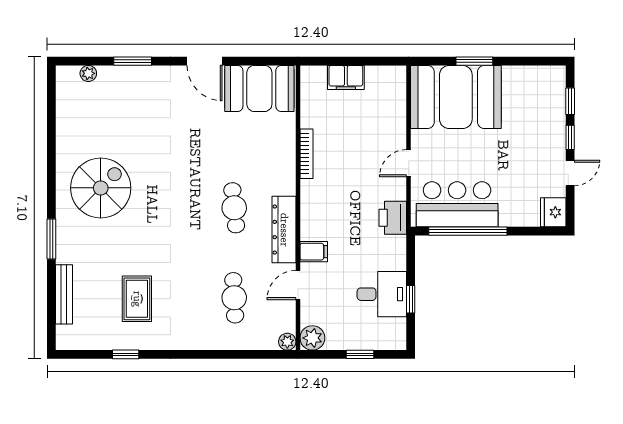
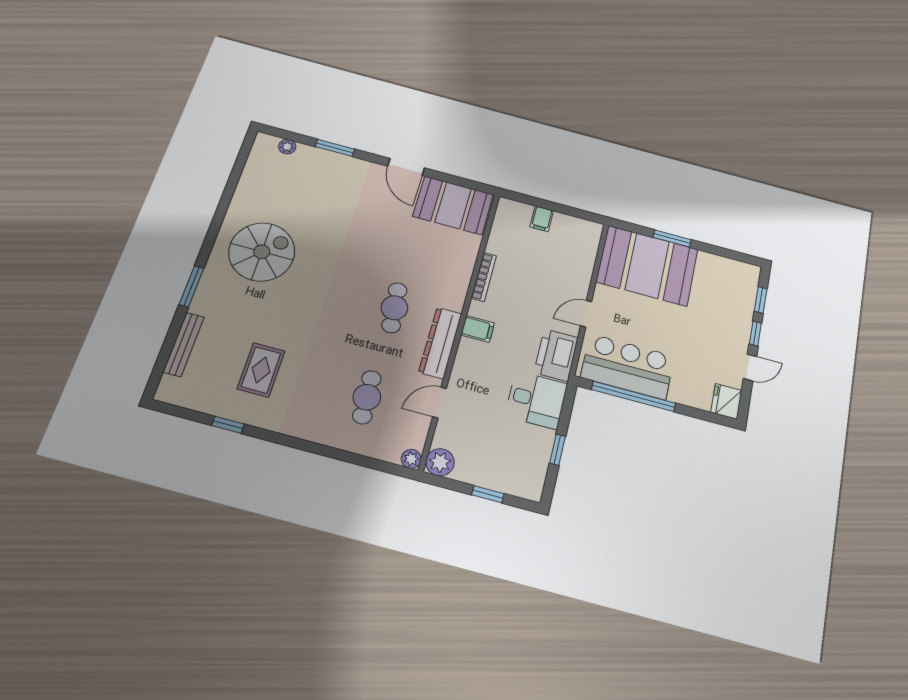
filing cabinet: (346, 77) -> (542, 219), width x0.50
printer: (393, 218) -> (556, 355), width x1.37, depth x1.19
filing cabinet: (314, 252) -> (478, 329), moved
desk: (382, 294) -> (536, 400), moved

